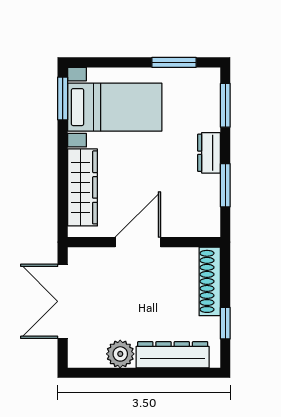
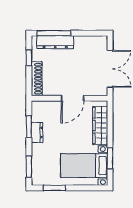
window: (63, 98) -> (110, 158), moved
dresser: (209, 153) -> (37, 132), moved
plant: (120, 354) -> (81, 42), removed
window: (175, 373) -> (54, 33), added

